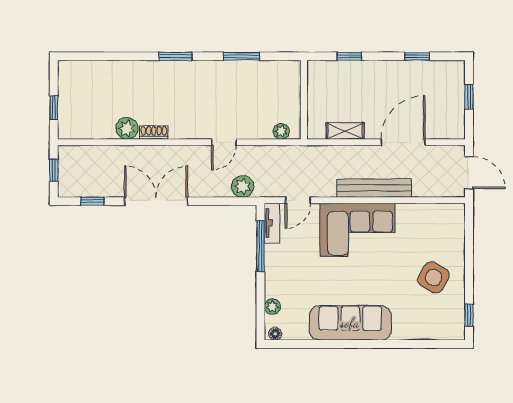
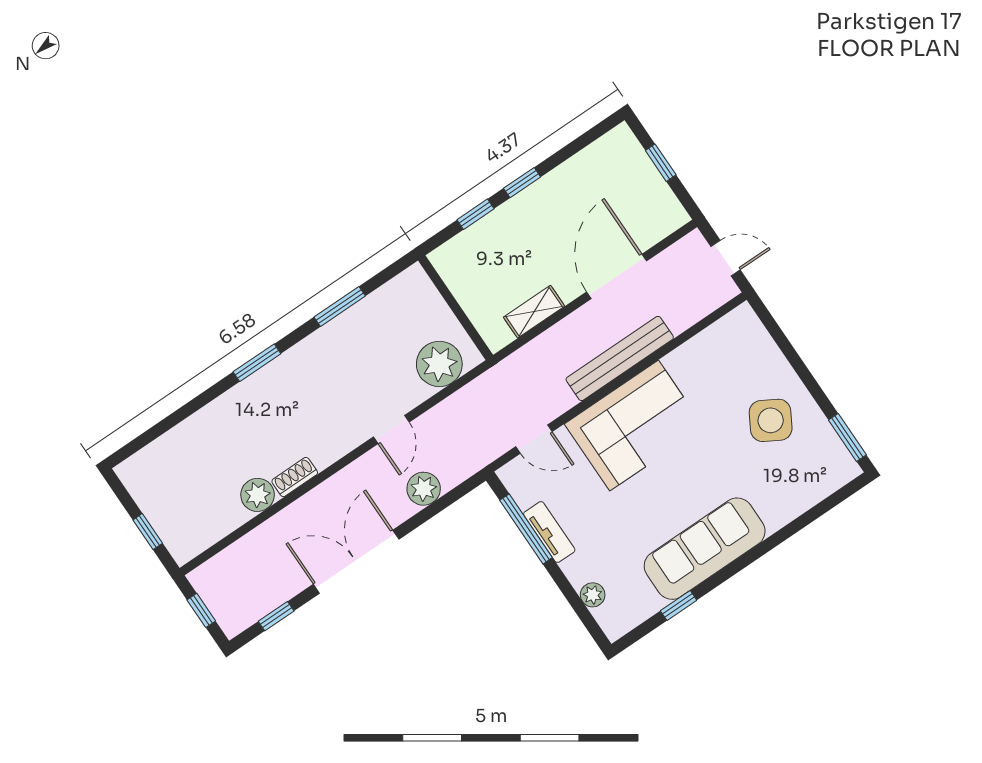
window: (417, 56) -> (522, 183), moved
plant: (281, 131) -> (439, 364), width x1.87, depth x1.87
door: (469, 173) -> (726, 258), width x0.73
plant: (243, 186) -> (424, 489), moved
door: (298, 200) -> (534, 439), hinge flipped
tv unit: (272, 223) -> (549, 532), moved
window: (469, 315) -> (847, 437), width x1.50
floor lamp: (275, 334) -> (620, 627), removed
window: (315, 344) -> (679, 605), added

